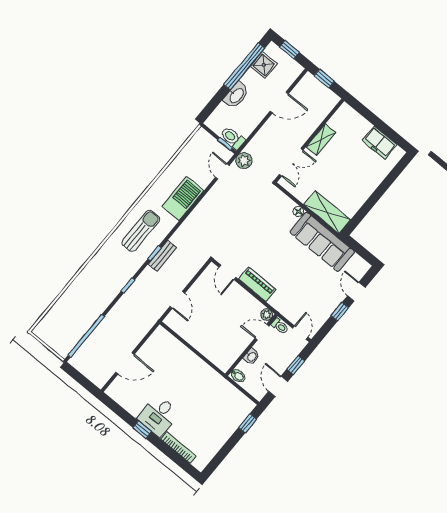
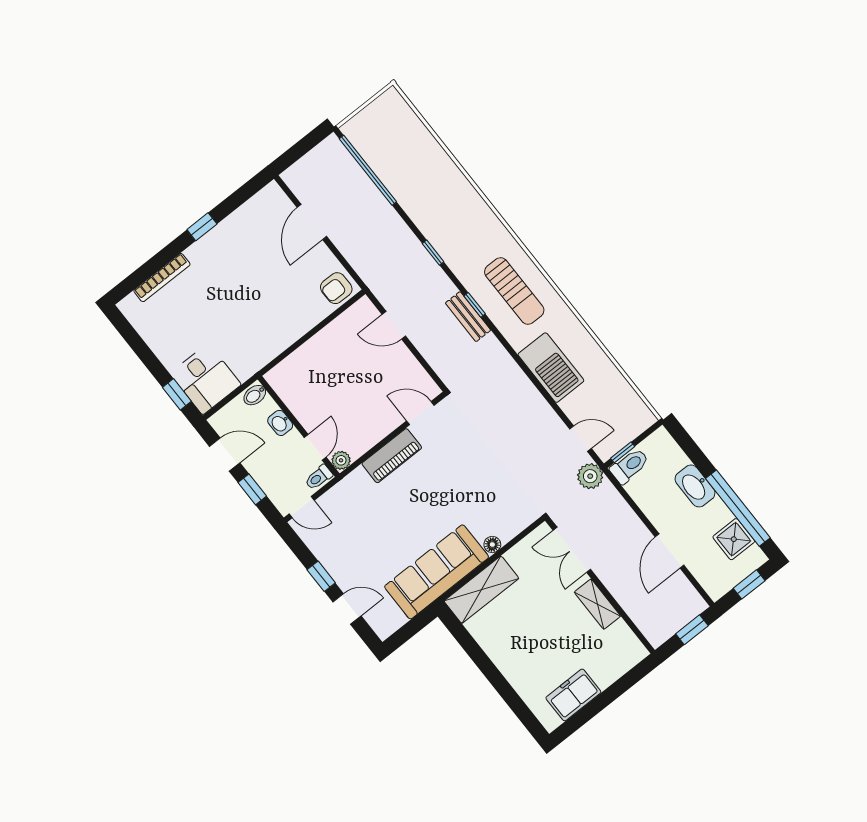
armchair: (162, 340) -> (336, 288), added
desk: (158, 416) -> (206, 379), moved, turned 180

